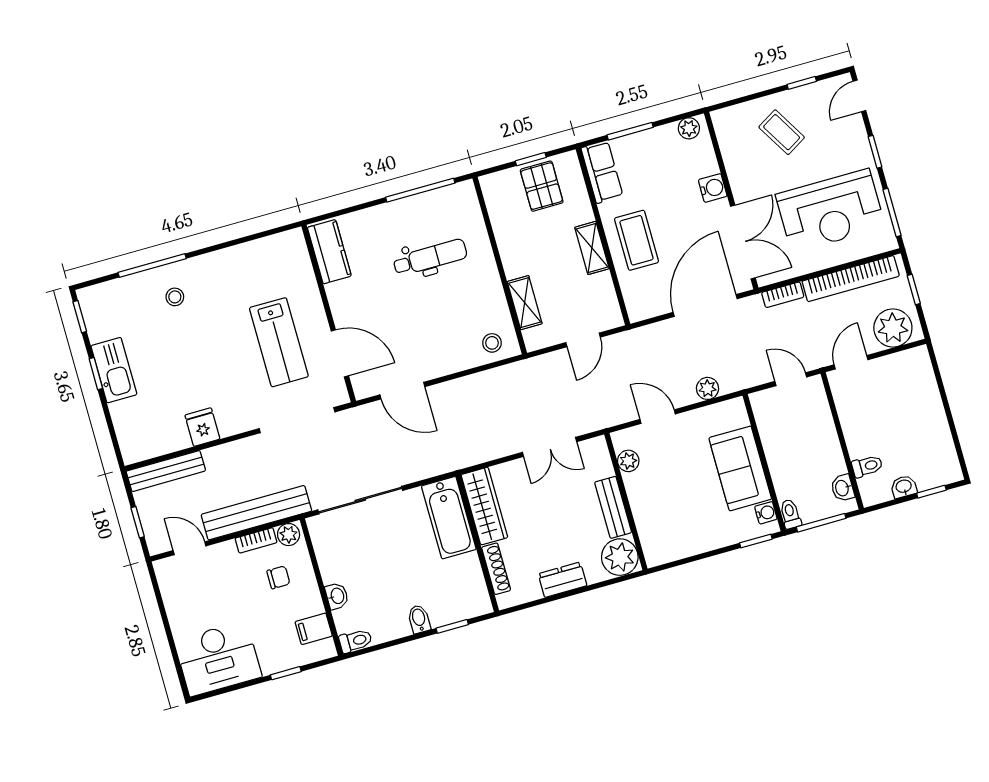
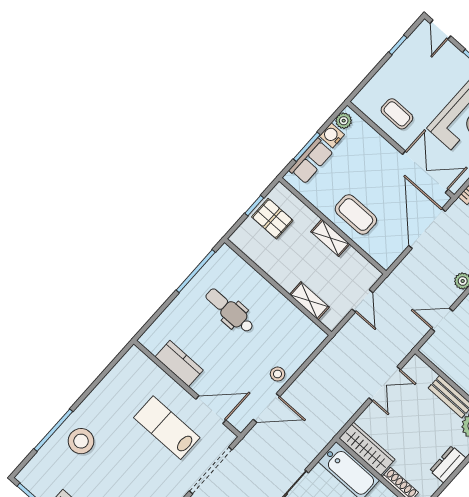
coffee table: (782, 132) -> (397, 114), moved, turned 31
row of seats: (602, 172) -> (311, 161), moved, turned 90
water cooler: (713, 188) -> (332, 135), moved, turned -90
kitchen counter: (329, 252) -> (179, 363), moved
dental chair: (430, 257) -> (230, 311), turned -90
stool: (175, 297) -> (81, 441), width x1.89, depth x1.89
lab bench: (279, 342) -> (167, 428), turned 180
stool: (492, 343) -> (278, 374), moved
plant: (628, 461) -> (441, 360), removed

